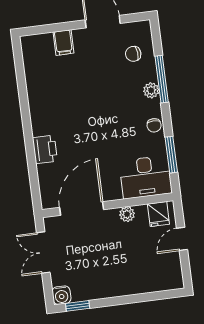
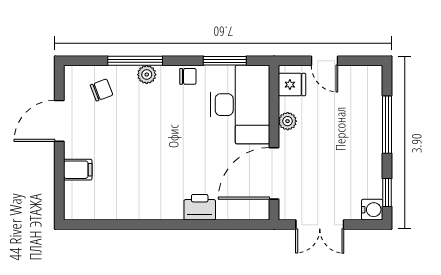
chair: (133, 54) -> (101, 90), turned -107
desk: (146, 177) -> (240, 105), width x1.36, depth x1.30
door: (82, 208) -> (274, 173), hinge flipped
window: (135, 298) -> (387, 125), added

